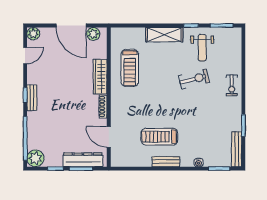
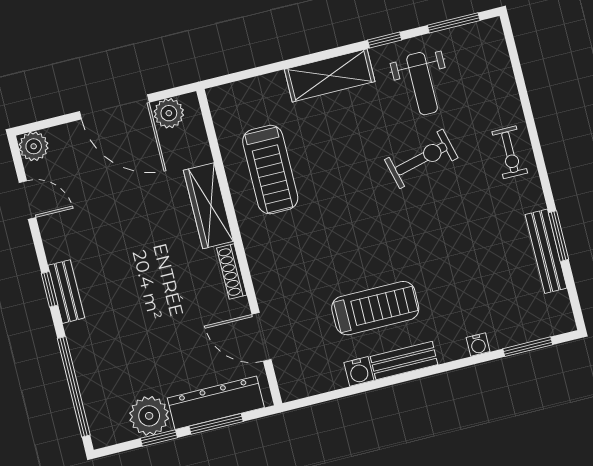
door: (25, 55) -> (27, 200), hinge flipped
treadmill: (159, 137) -> (375, 308), turned 180
bench: (237, 149) -> (546, 251), moved
plant: (35, 158) -> (149, 416), moved
water cooler: (146, 161) -> (359, 371), added

